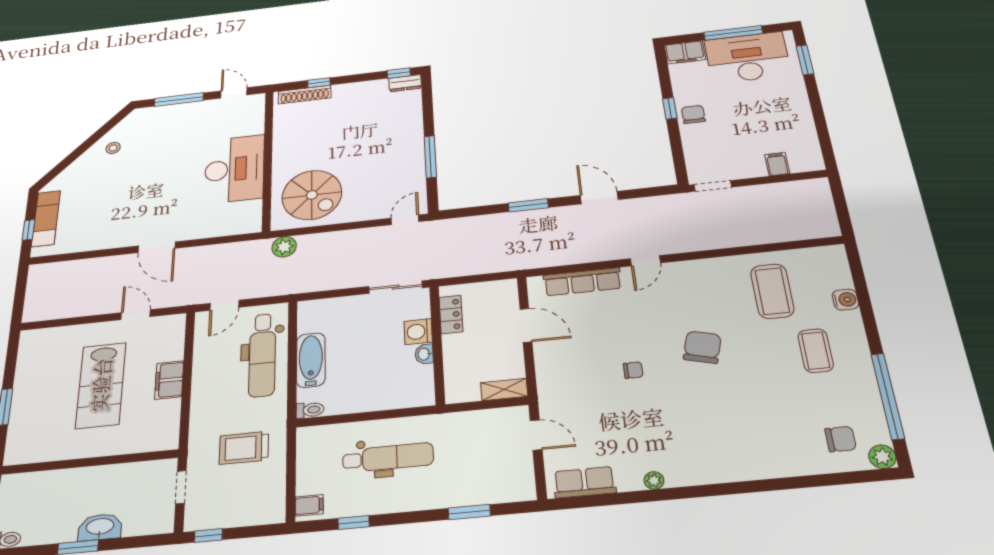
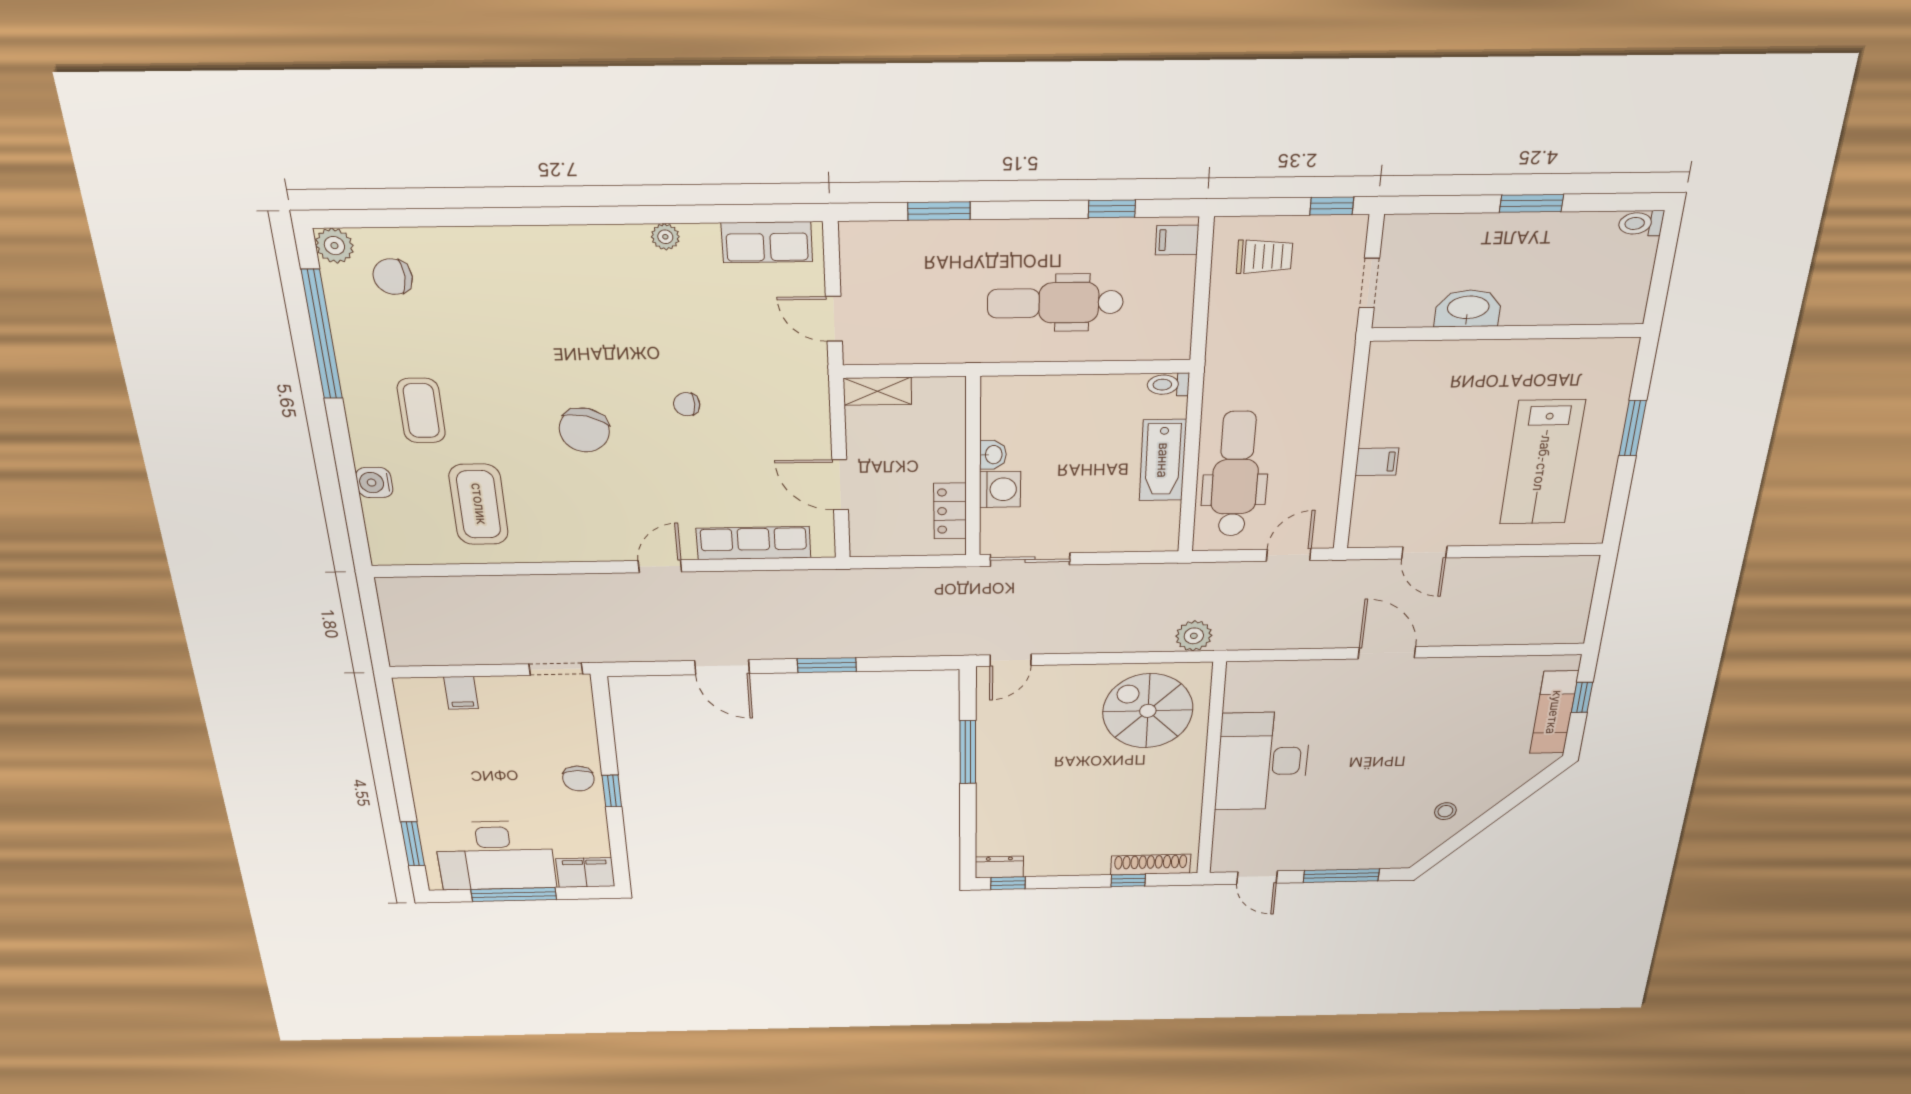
filing cabinet: (169, 380) -> (1377, 462), width x0.50
lab bench: (101, 385) -> (1542, 463), moved, turned 180
trolley: (244, 448) -> (1264, 256), moved, width x0.73, depth x0.72
washbasin: (100, 527) -> (1468, 308), moved, turned 180

